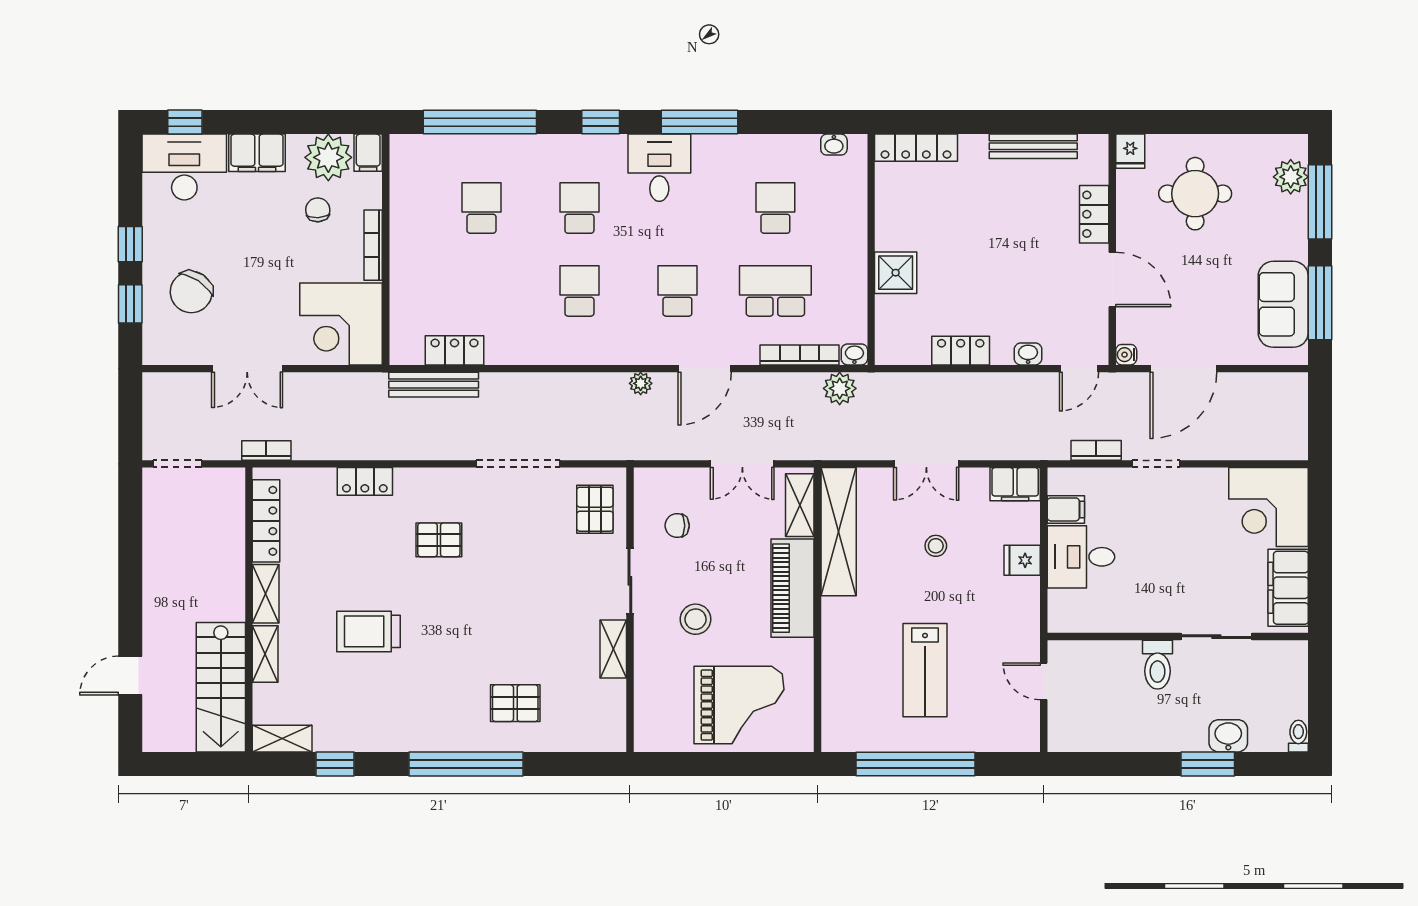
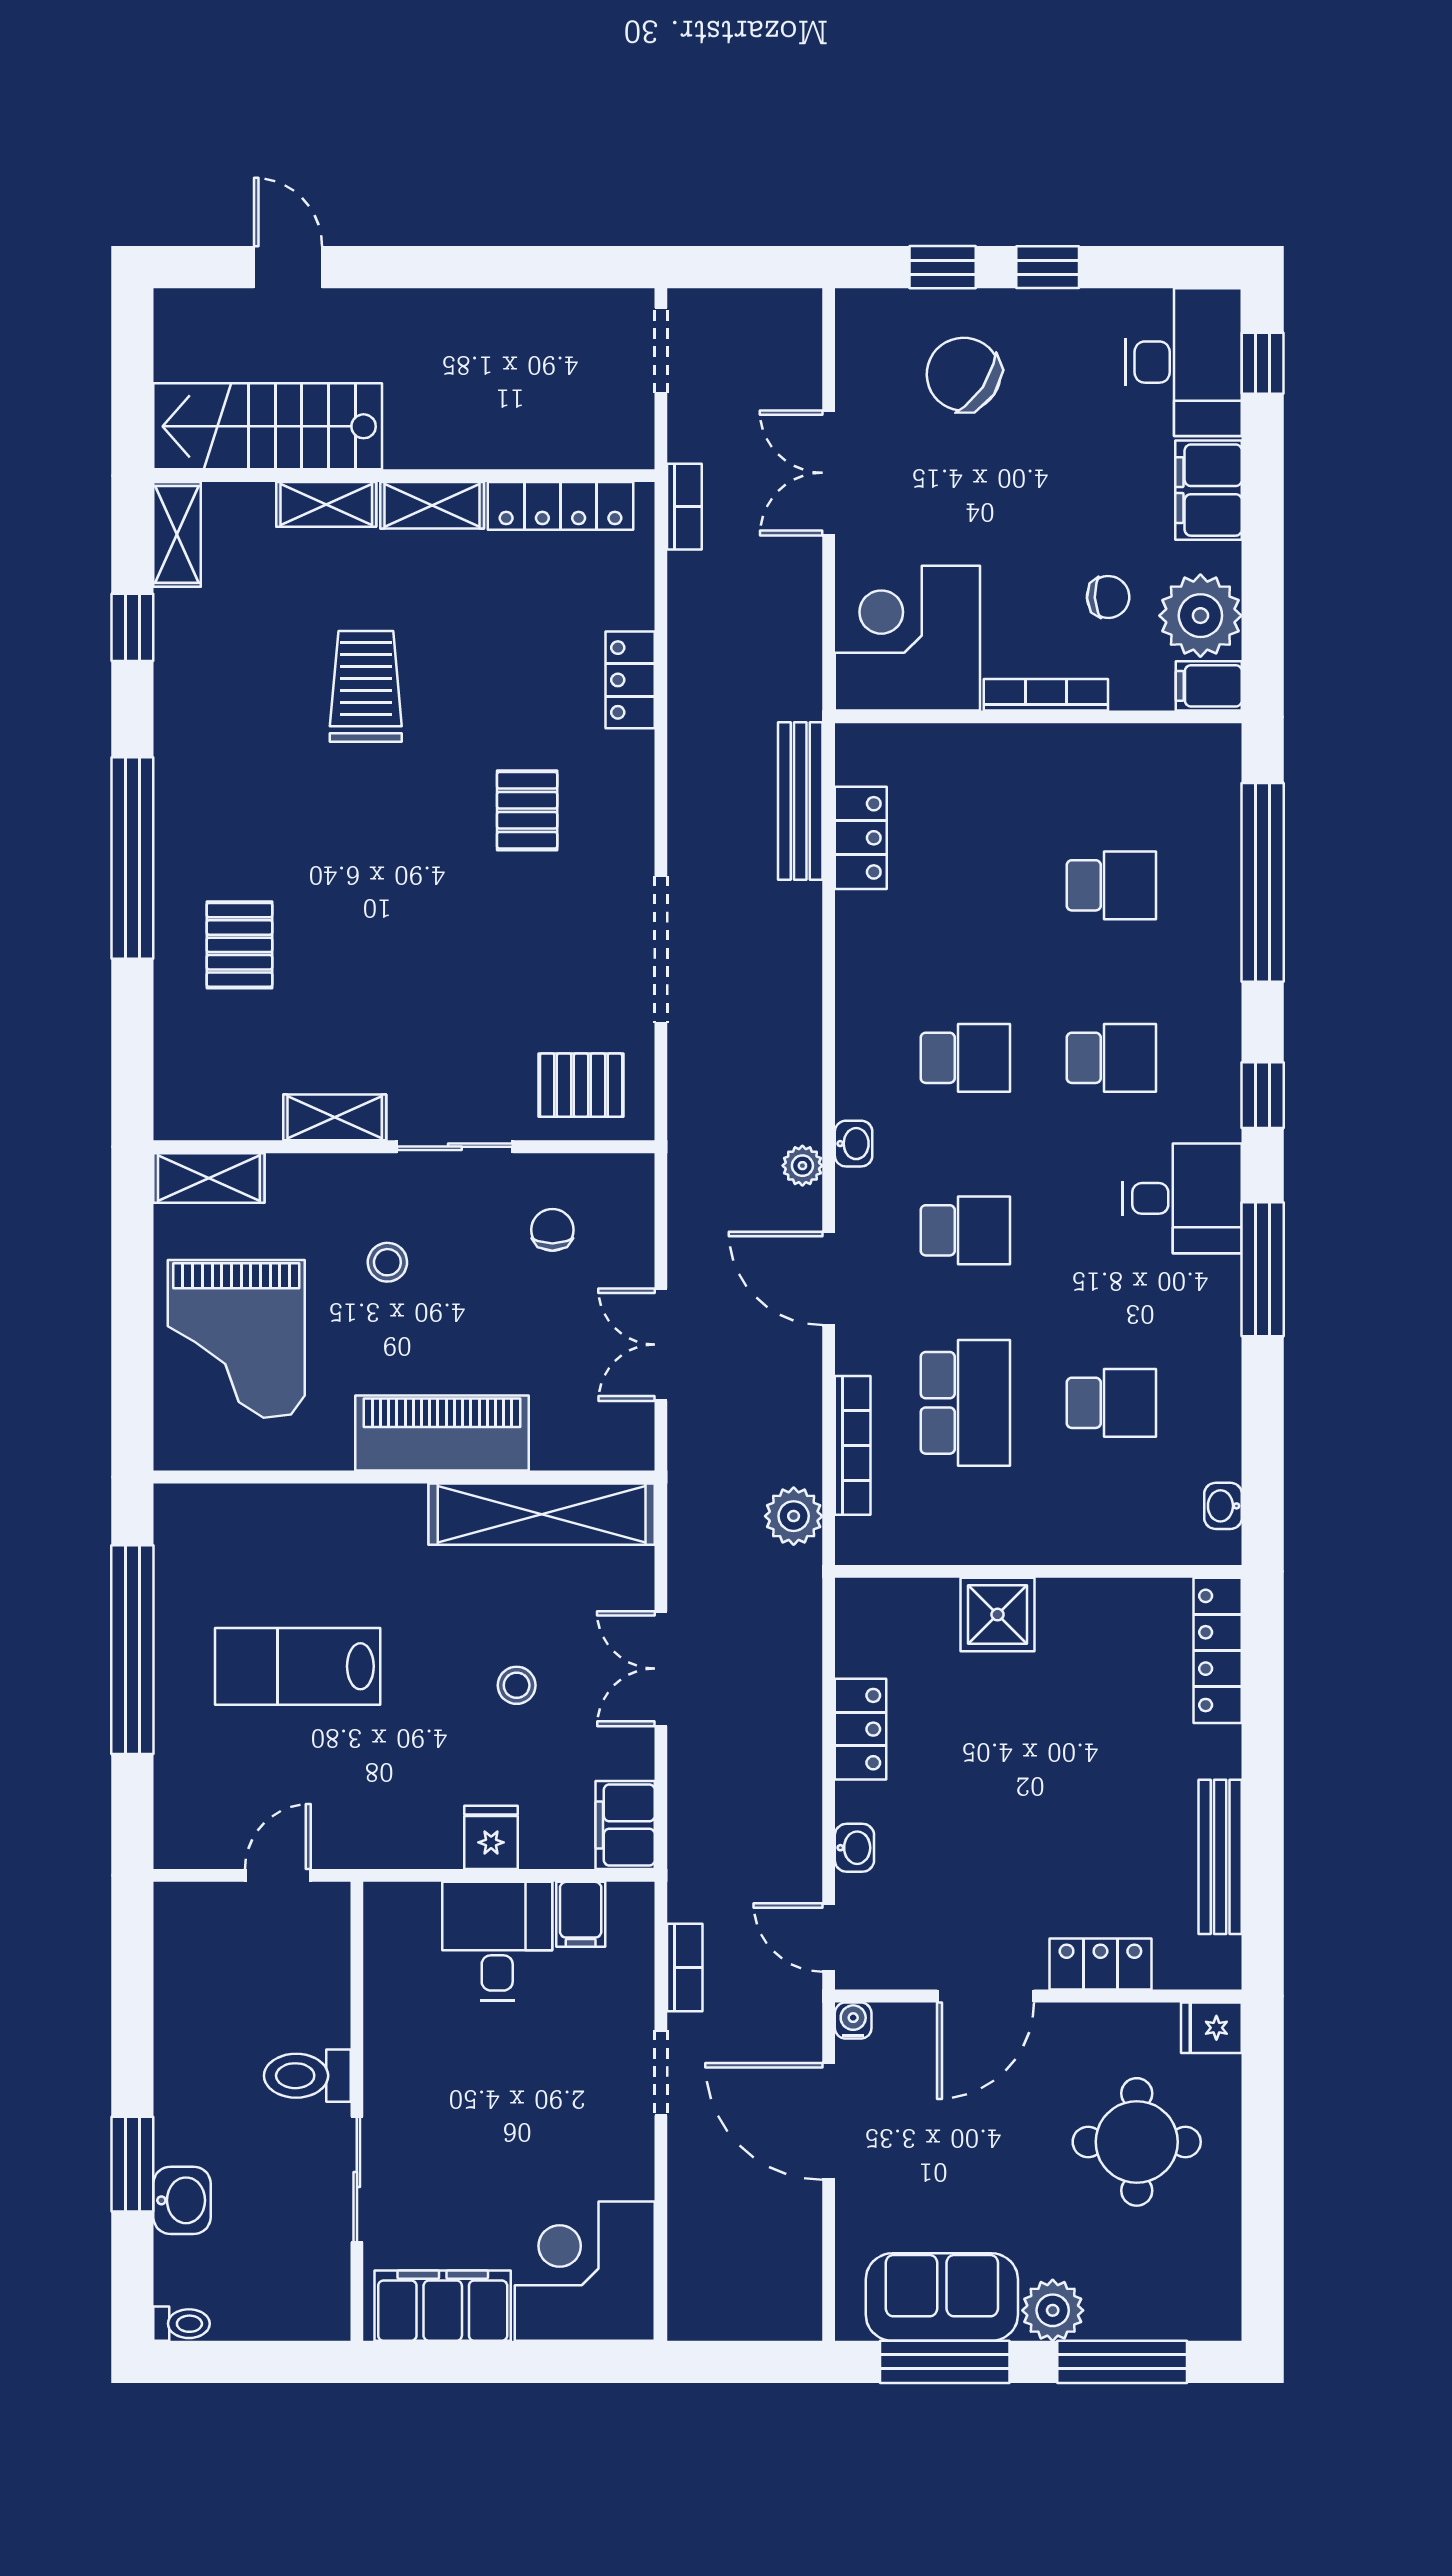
plant: (1291, 177) -> (1053, 2310), moved
washbasin: (854, 354) -> (854, 1144), moved
shelving: (800, 505) -> (209, 1178), moved
stool: (696, 619) -> (387, 1262), width x0.73, depth x0.73

